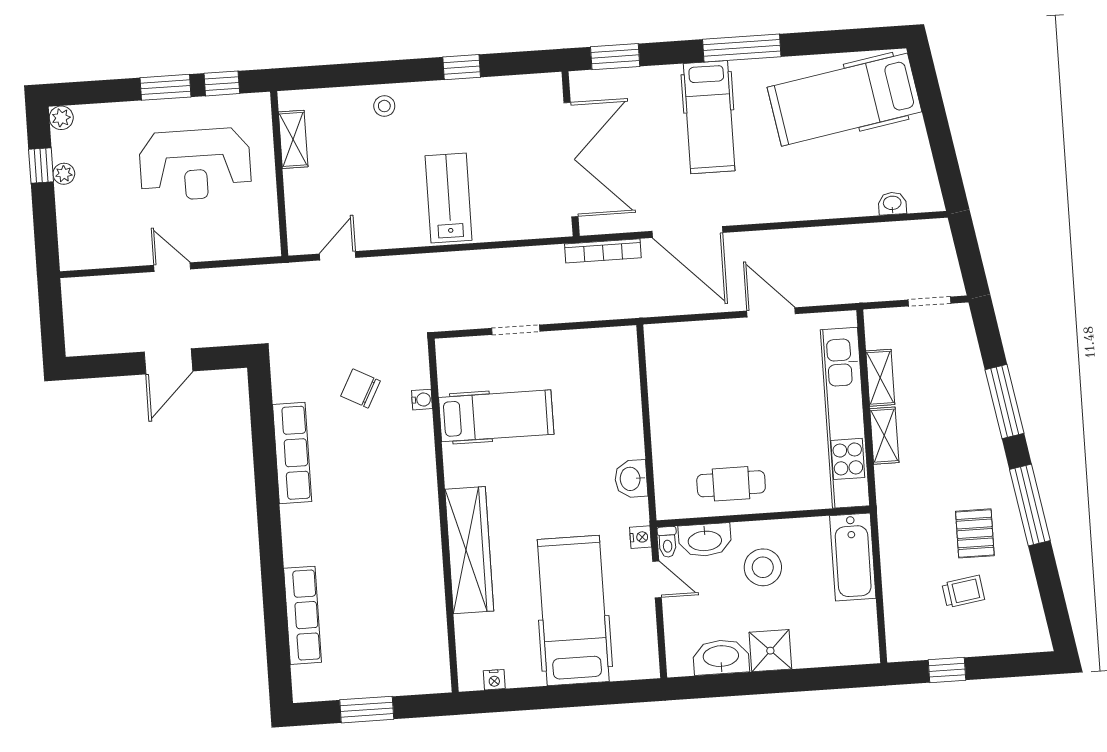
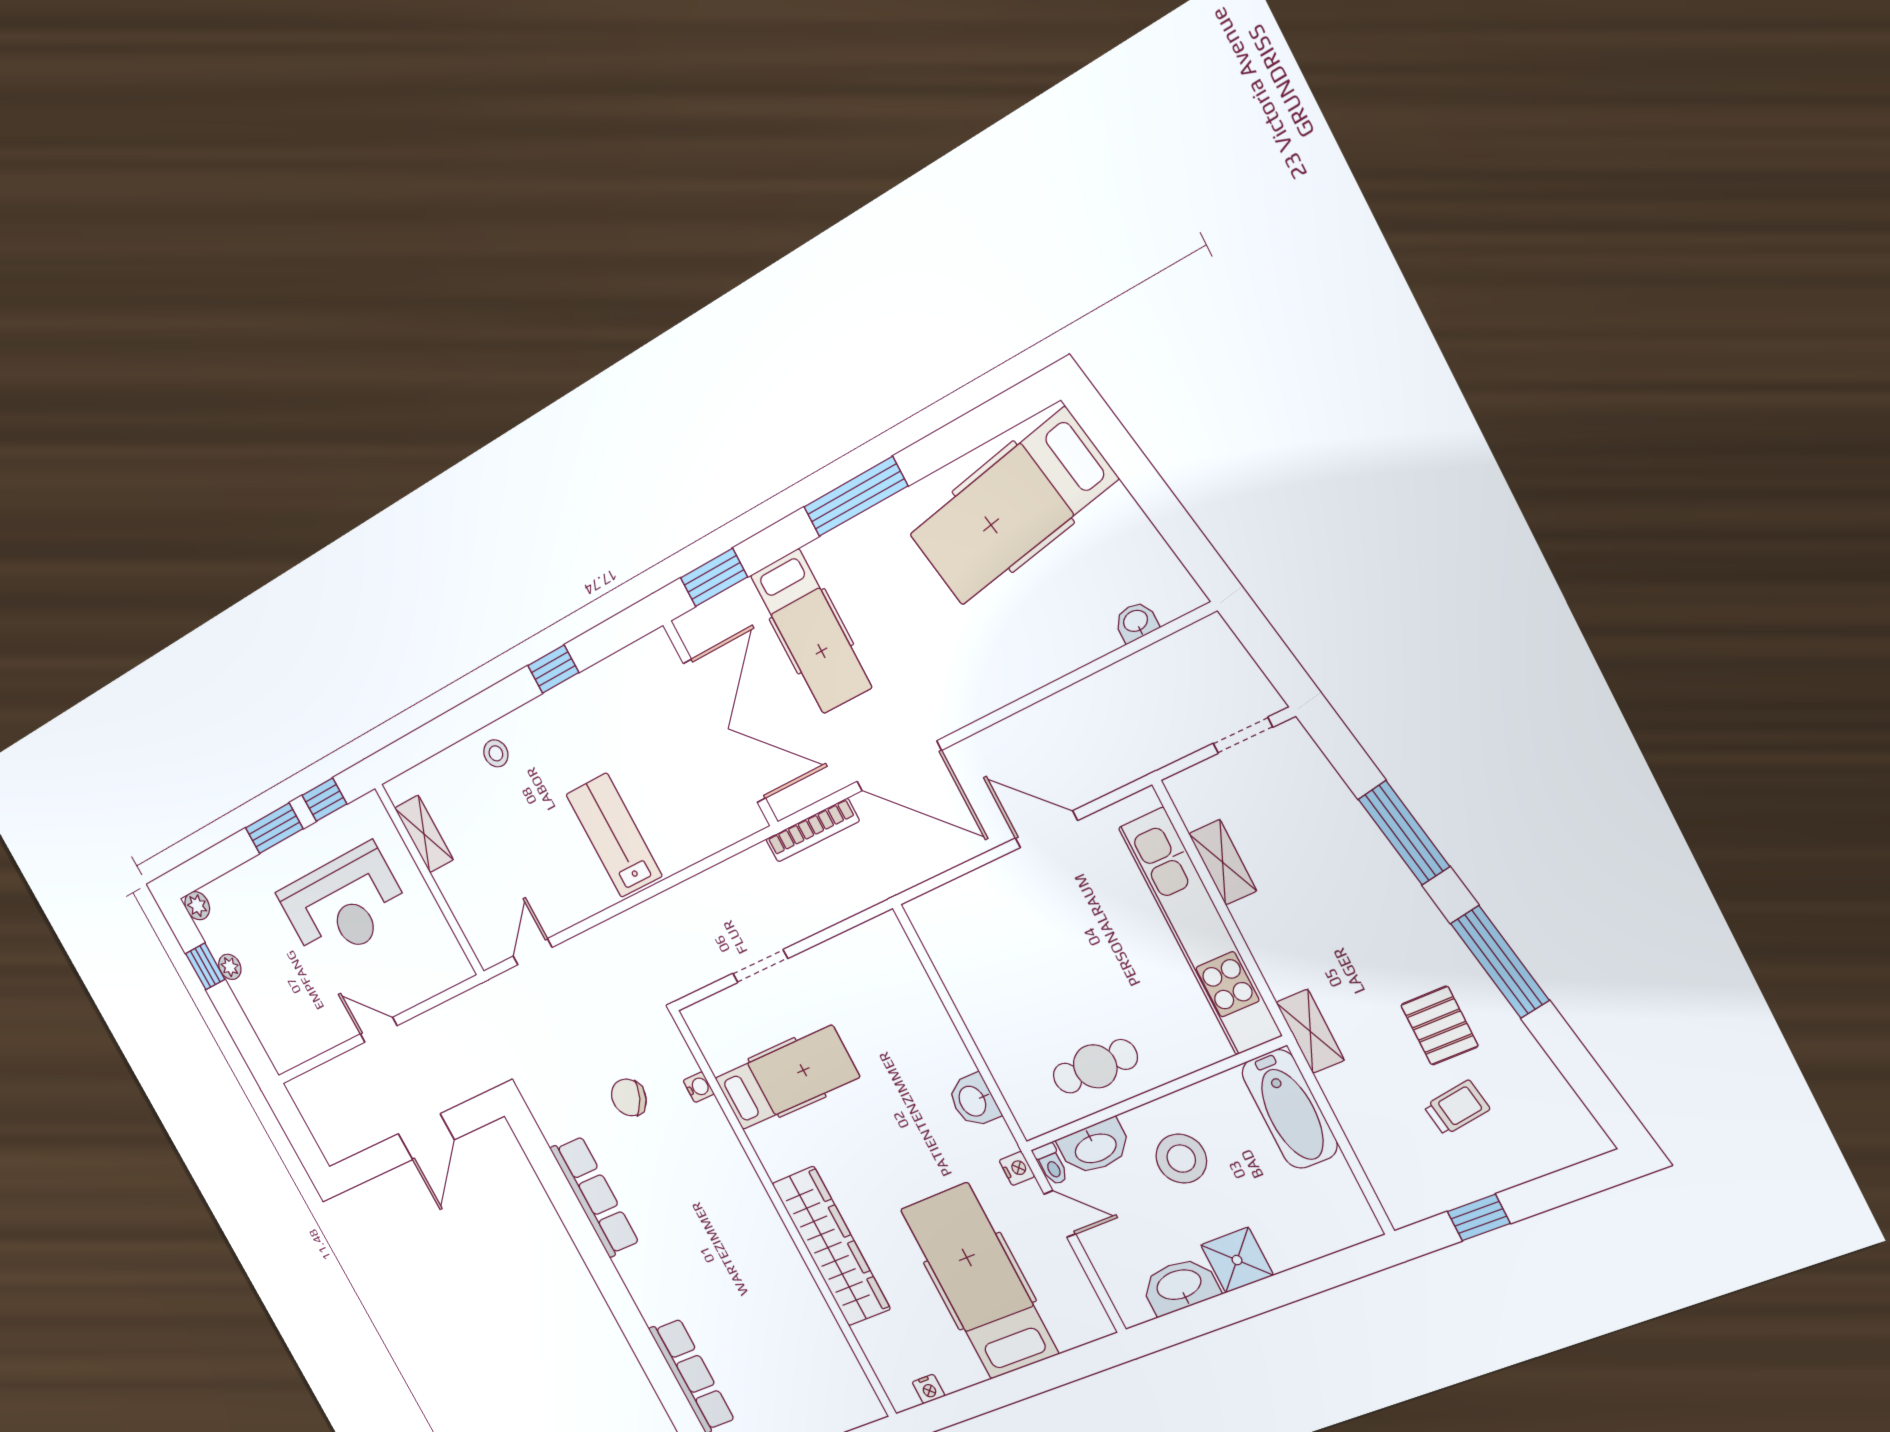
hospital bed: (709, 117) -> (811, 632), moved
shelving: (884, 436) -> (1310, 1031), moved

